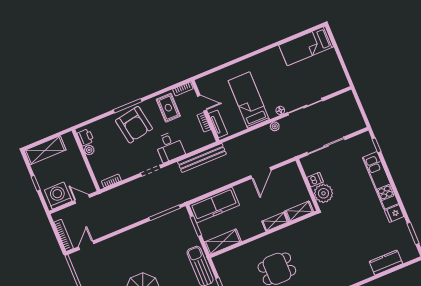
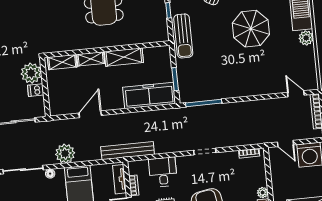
plant: (275, 126) -> (65, 154), width x1.88, depth x1.88
desk: (169, 147) -> (163, 172), moved
bench: (202, 158) -> (128, 151), moved
shelving: (223, 242) -> (124, 57), moved
door: (86, 245) -> (296, 94), swing flipped

